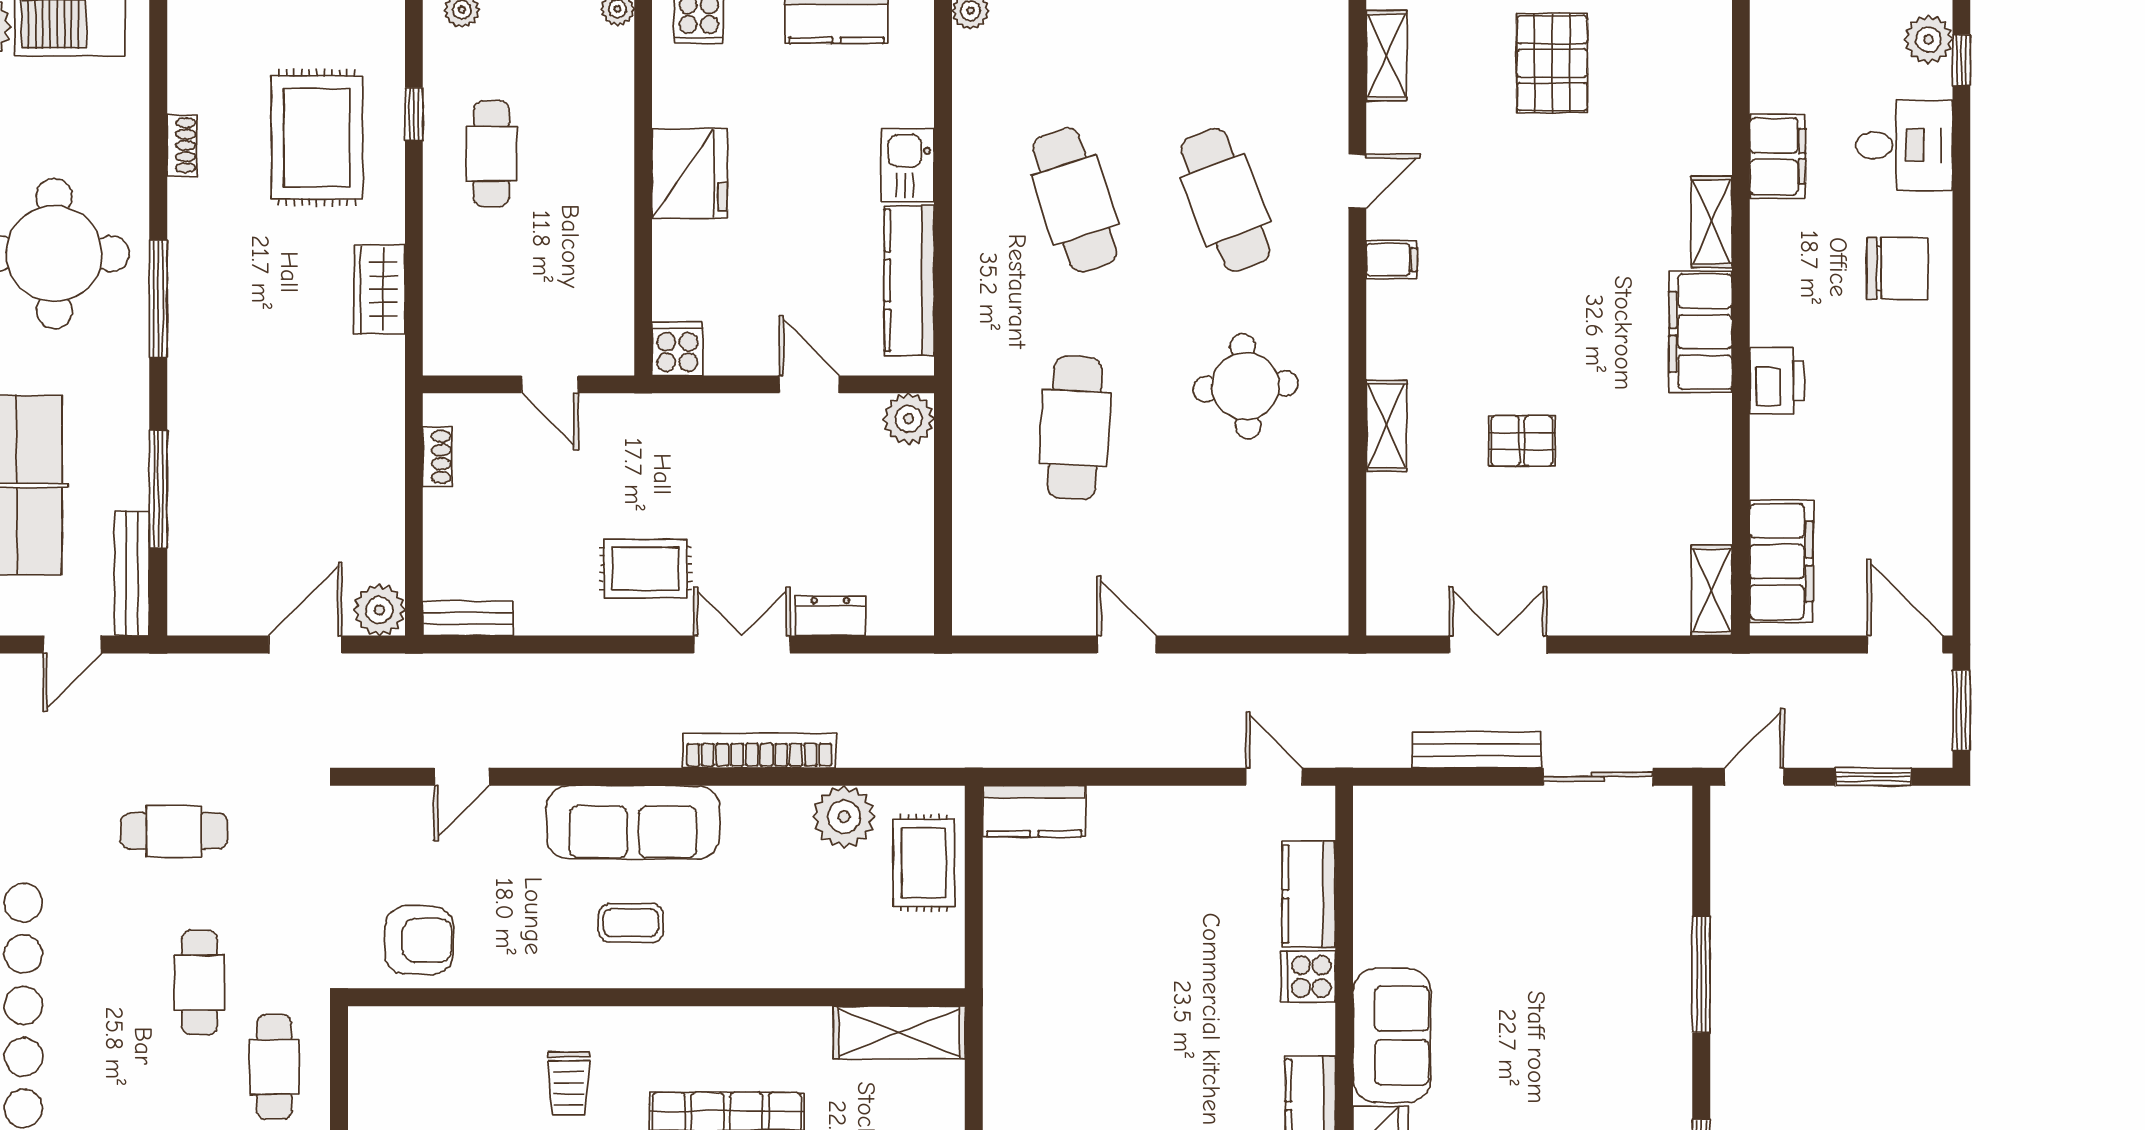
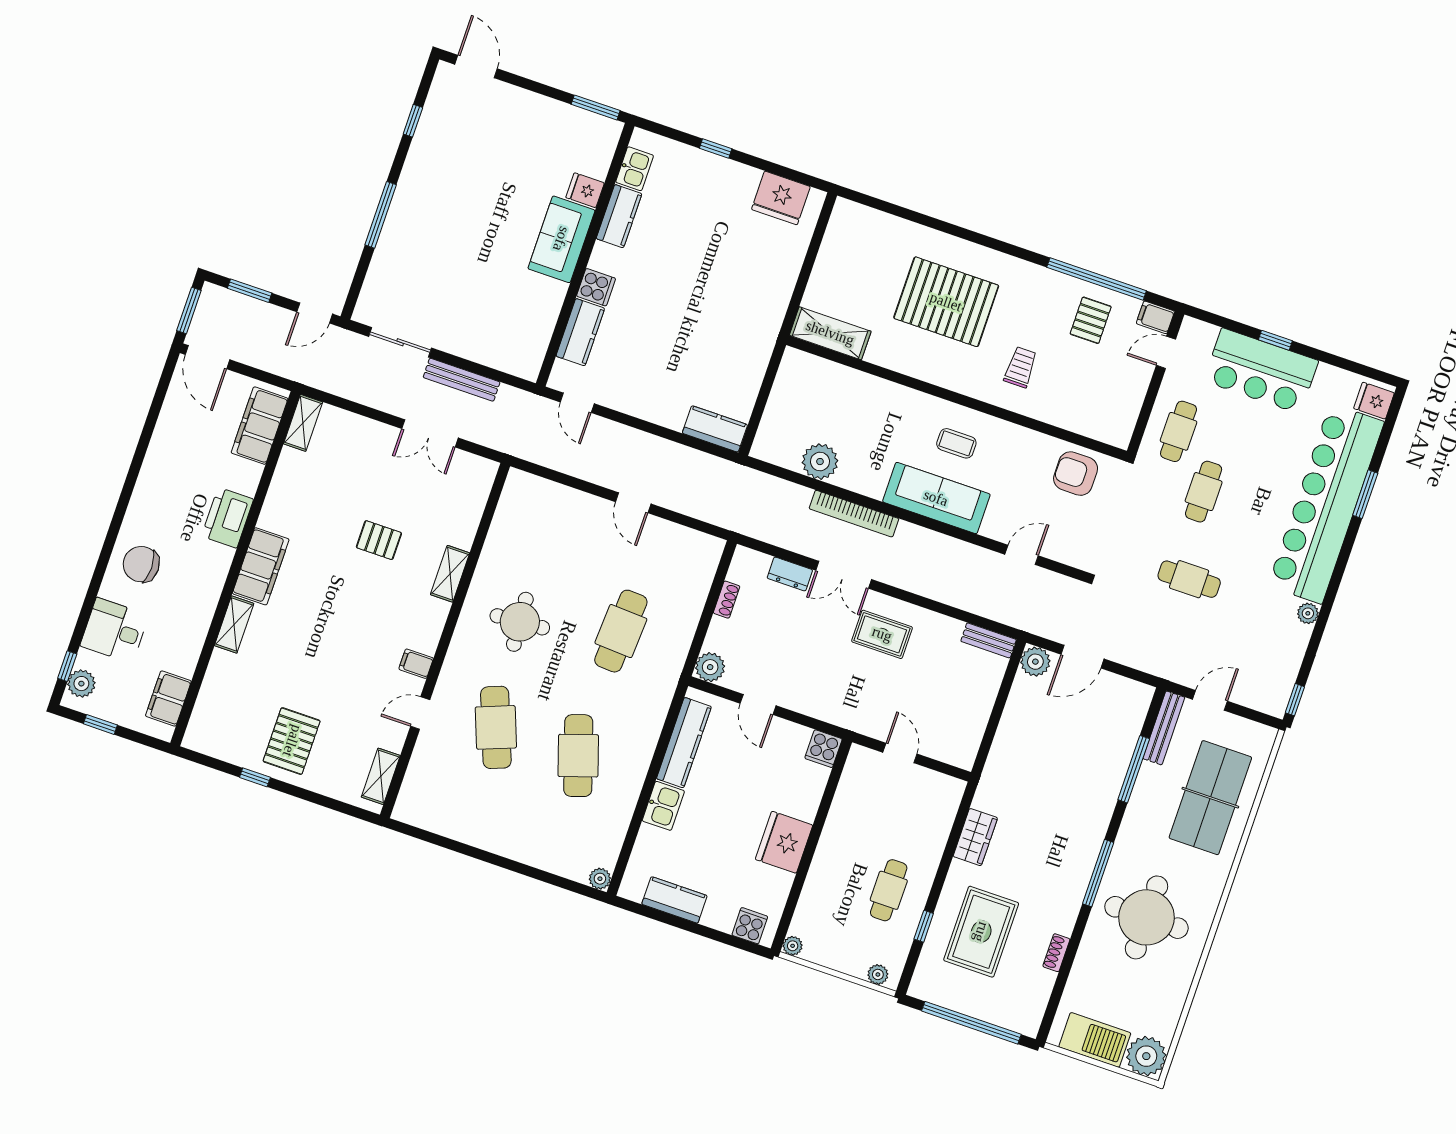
filing cabinet: (1778, 156) -> (168, 699), moved
printer: (1777, 380) -> (227, 518), width x1.37, depth x1.19
shoe rack: (437, 457) -> (727, 600), moved, turned 180
rug: (924, 863) -> (785, 421), removed

